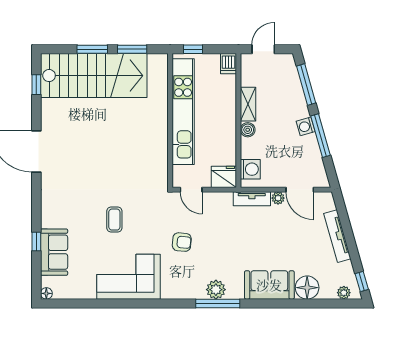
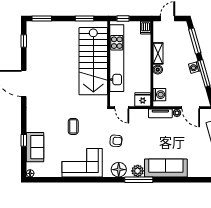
window: (92, 49) -> (42, 19), moved
stairs: (94, 76) -> (93, 61), moved, turned 90
sofa: (269, 285) -> (166, 168), width x1.36
floor lamp: (307, 288) -> (119, 170), moved

